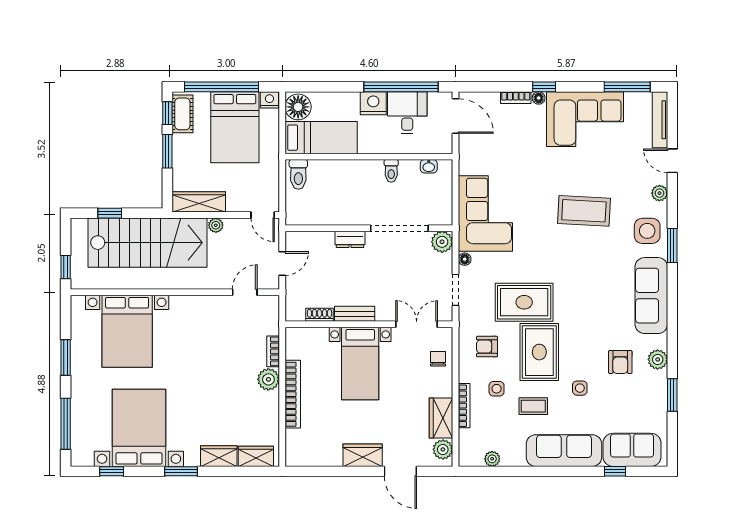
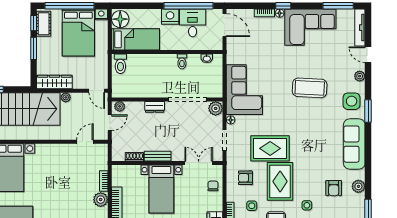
plant: (297, 239) -> (120, 106), added

